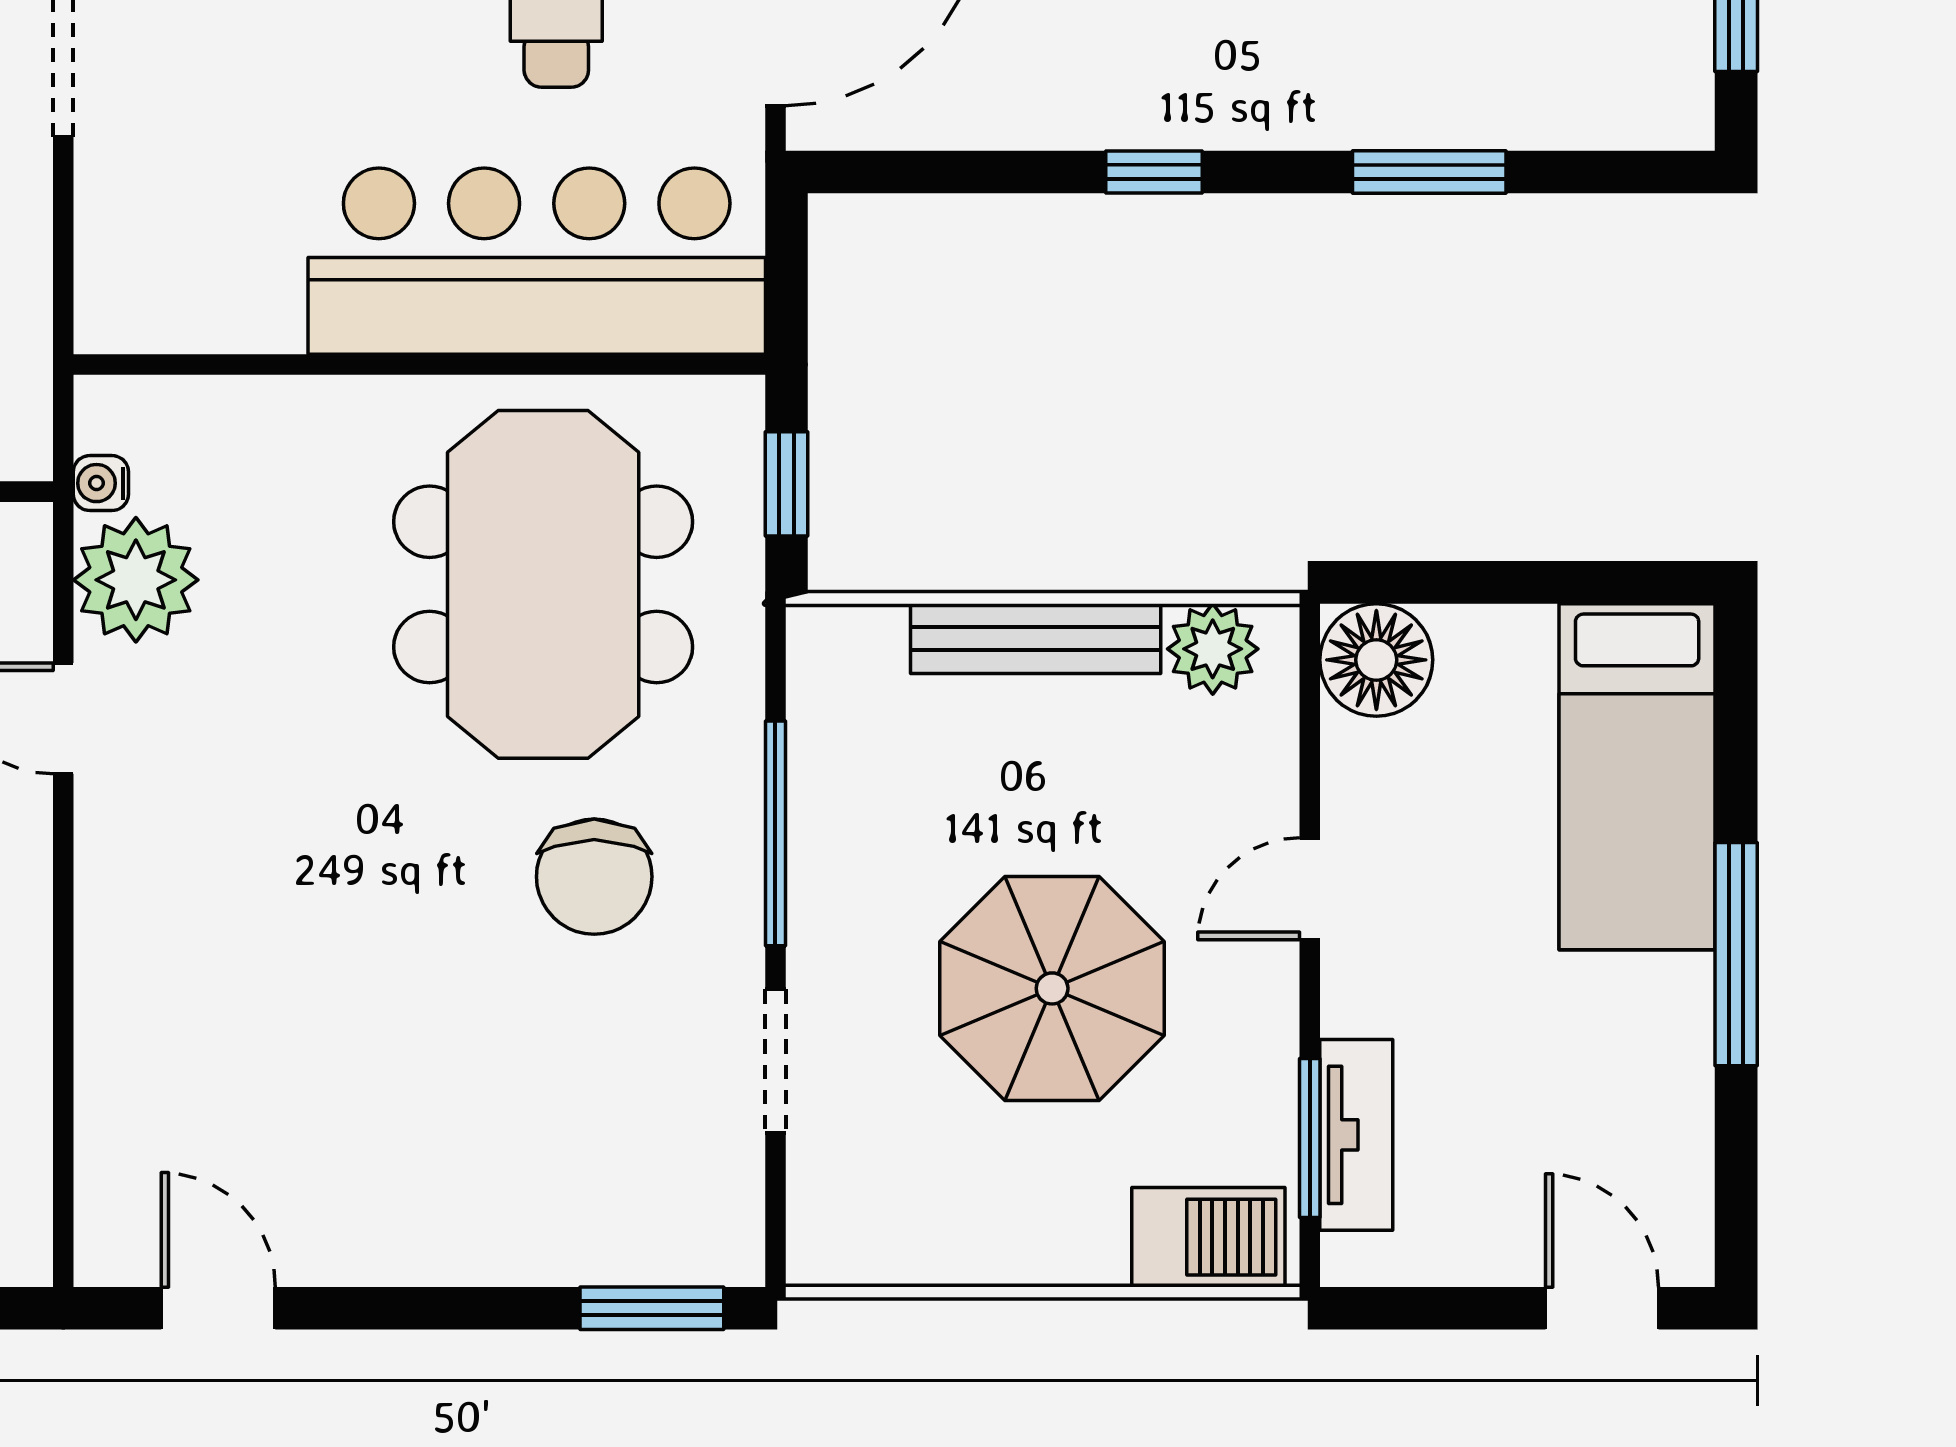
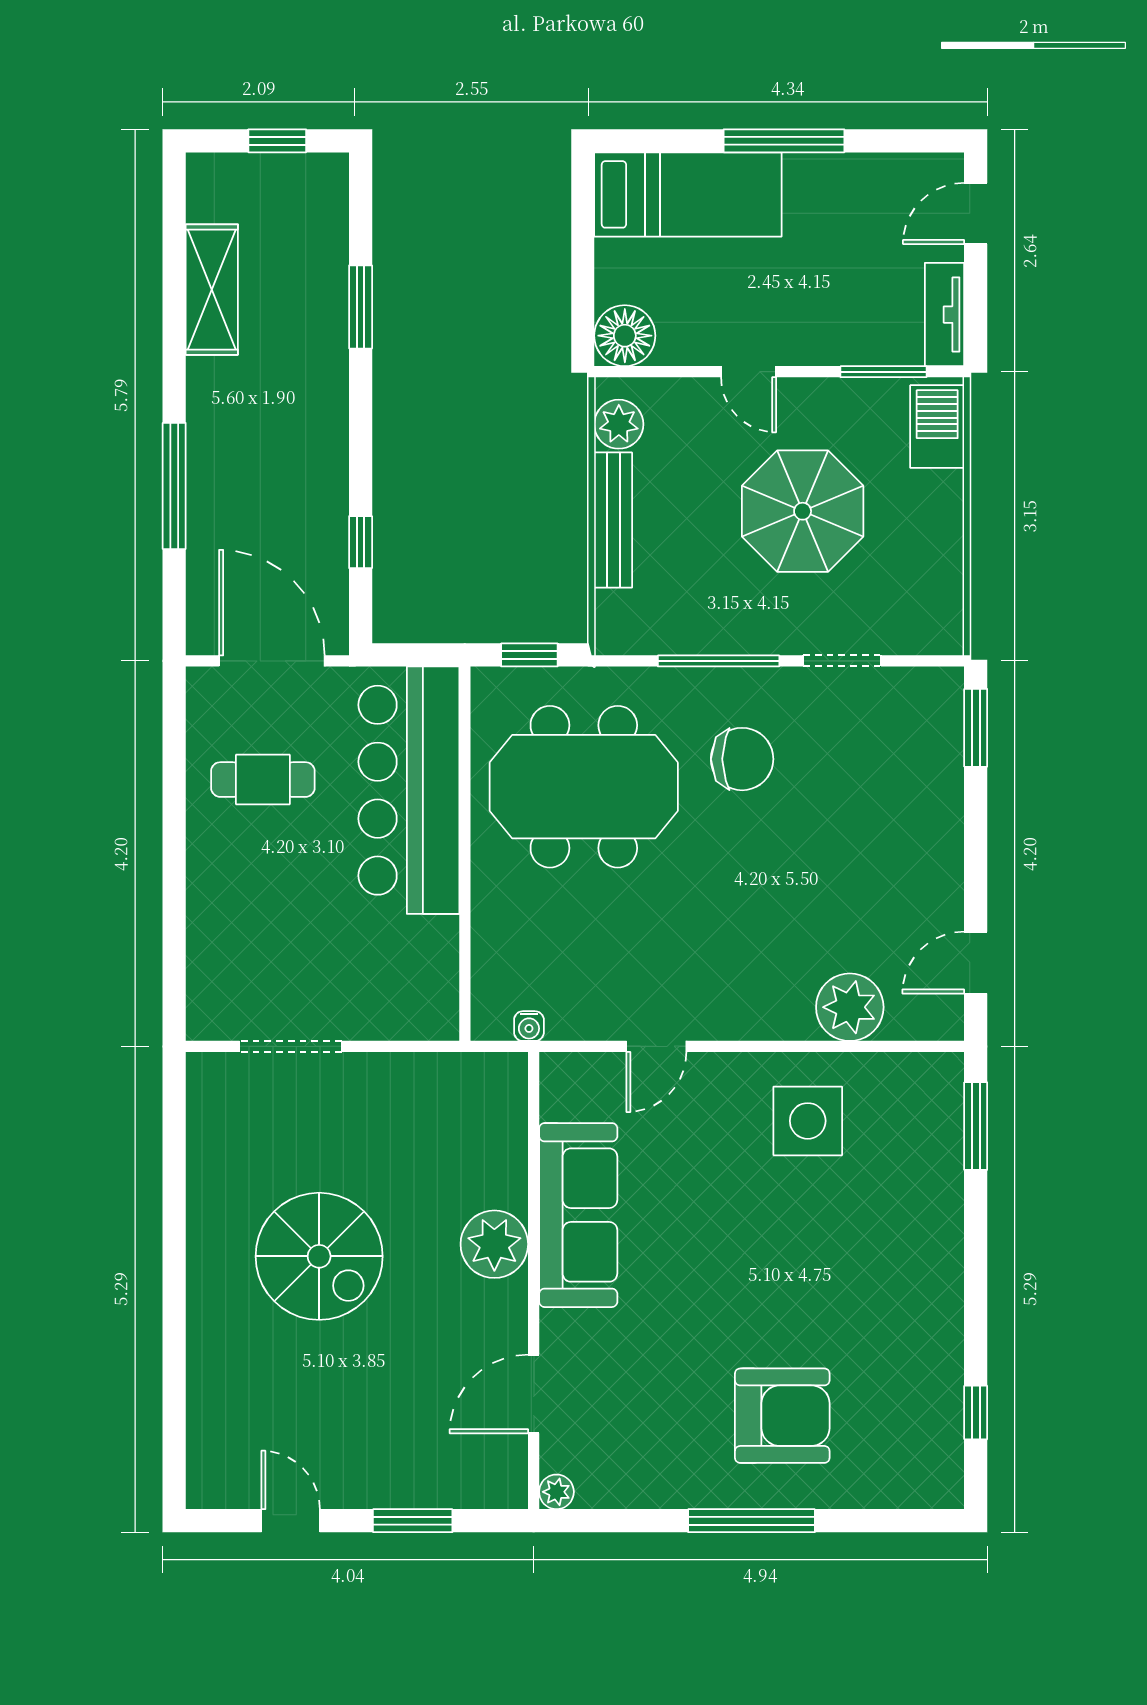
window: (1154, 172) -> (361, 542), moved
plant: (136, 580) -> (850, 1007), moved
tv unit: (1356, 1135) -> (944, 315), moved, turned -90

